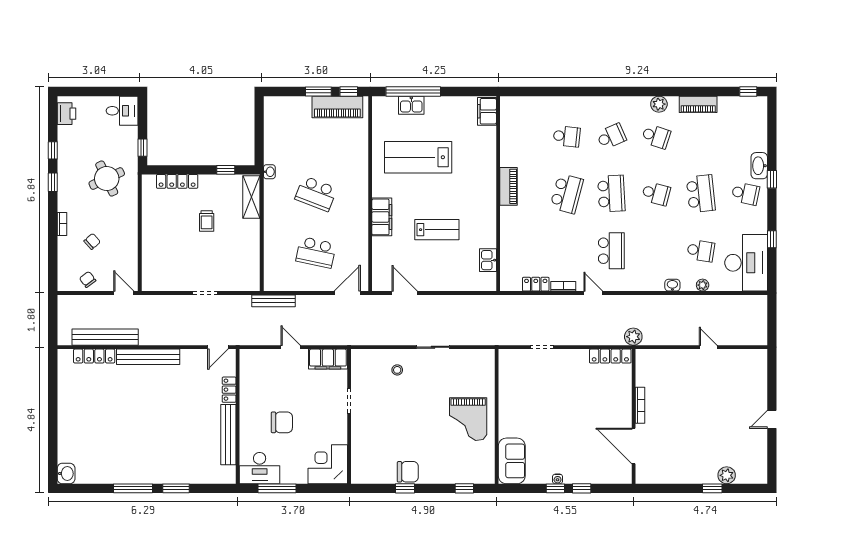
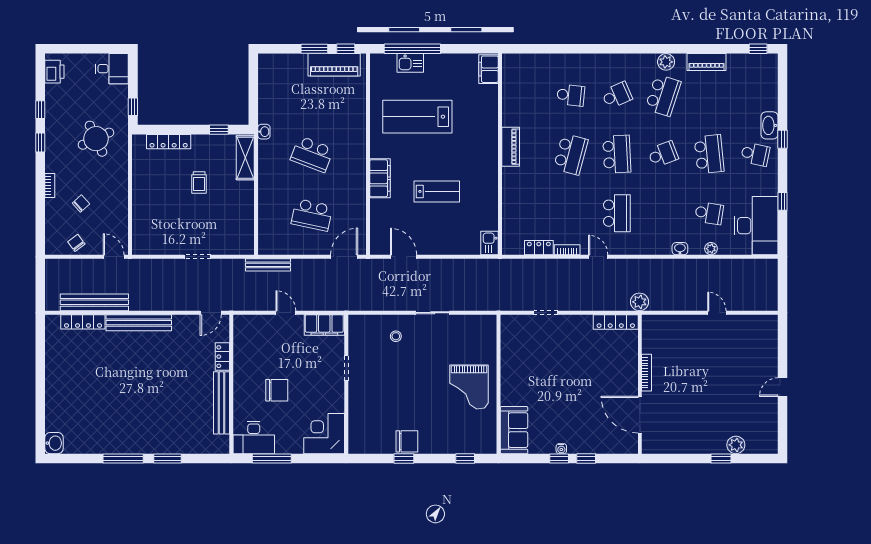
school desk: (656, 136) -> (663, 95), width x1.85
school desk: (656, 194) -> (663, 154), turned -36
kitchen sink: (488, 260) -> (489, 243), moved

